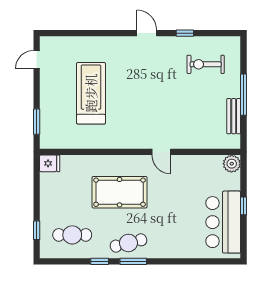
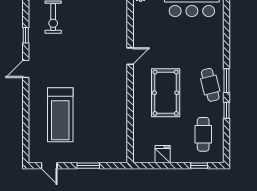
treadmill: (91, 93) -> (60, 115), moved, turned -90
window: (37, 122) -> (88, 166), moved
fridge: (50, 163) -> (163, 154), moved

